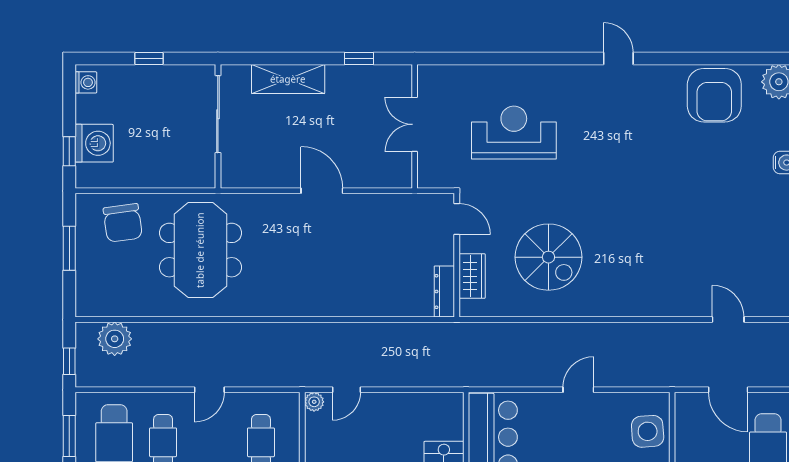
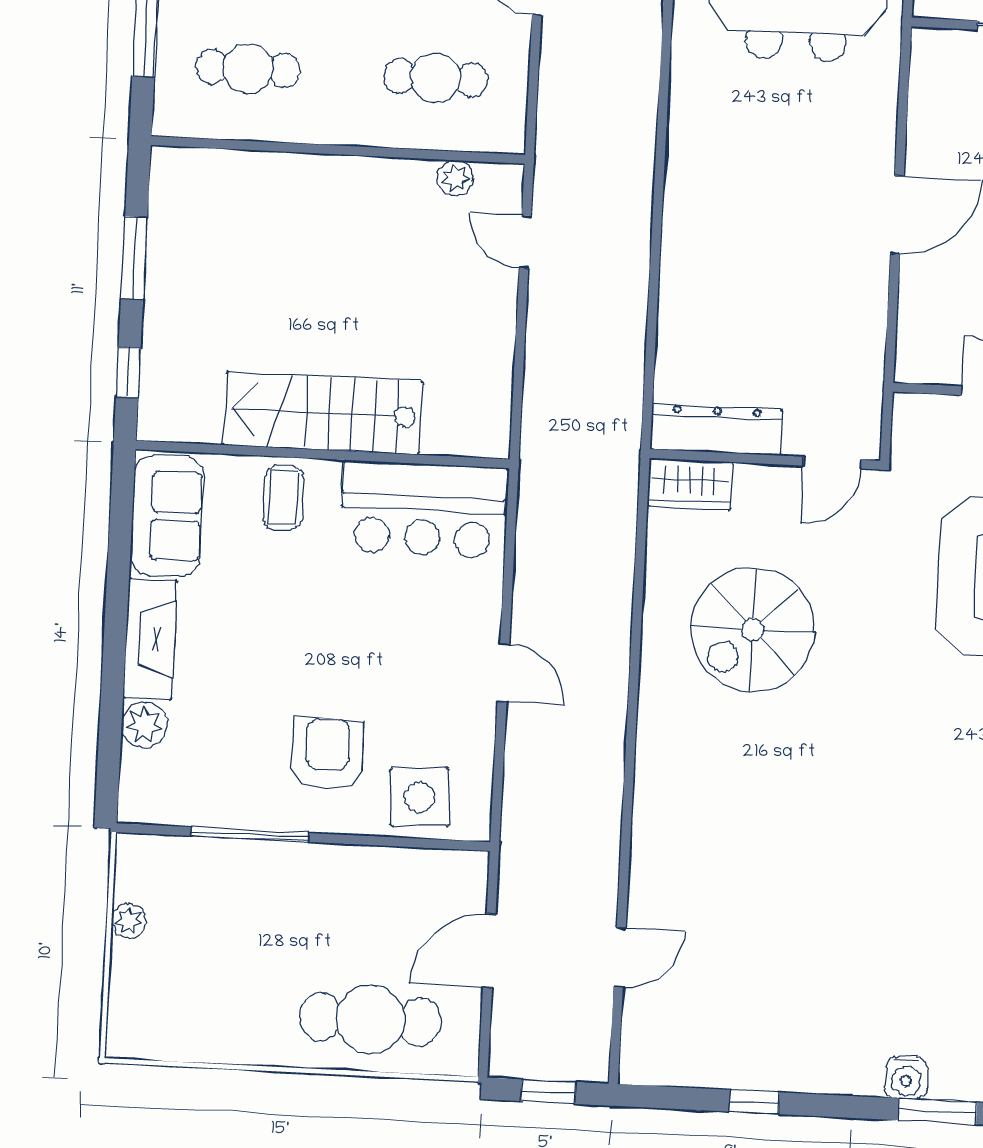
wardrobe: (472, 276) -> (690, 484), moved
dresser: (444, 292) -> (716, 429), width x1.37, depth x1.24
plant: (314, 402) -> (455, 178), moved

